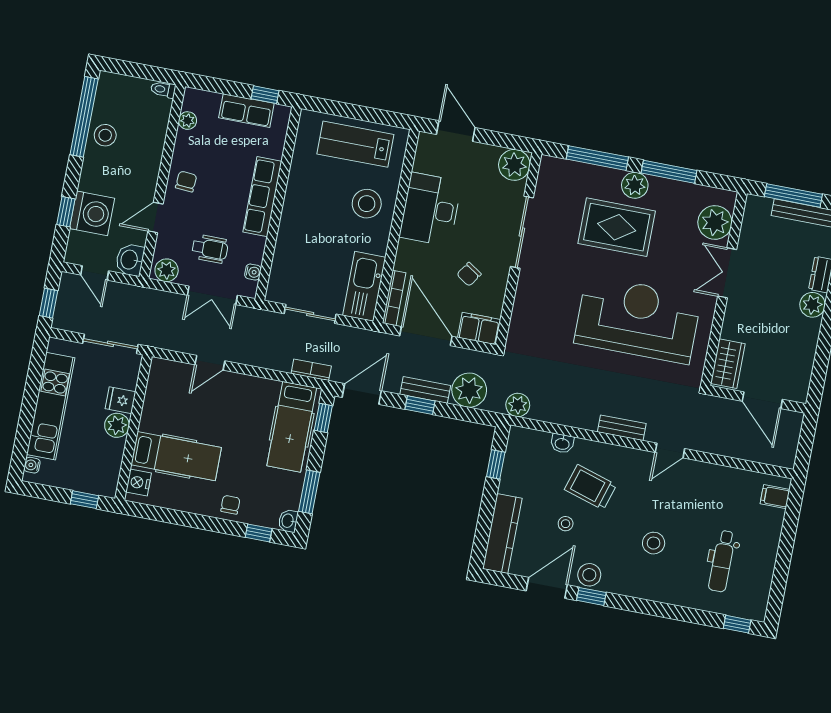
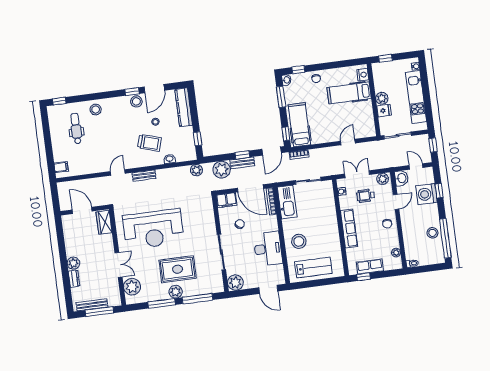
stool: (654, 543) -> (96, 110), moved

